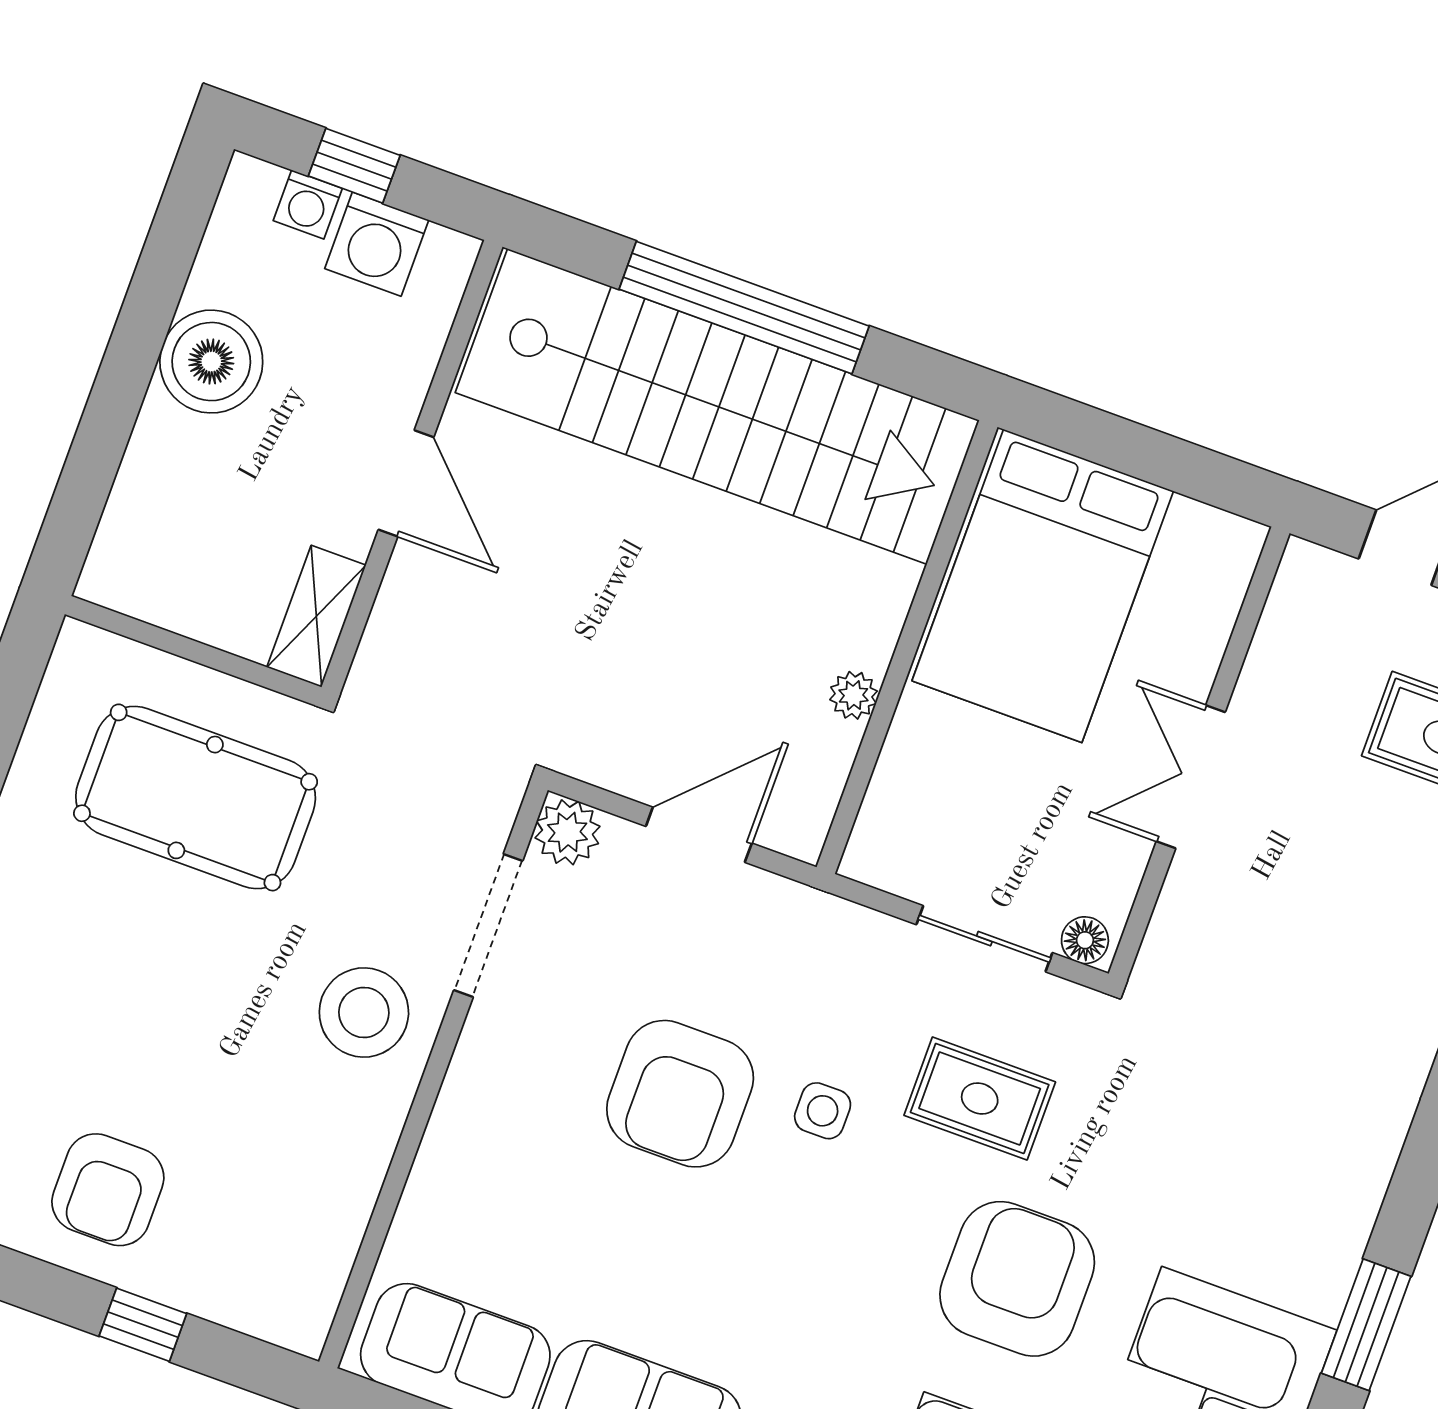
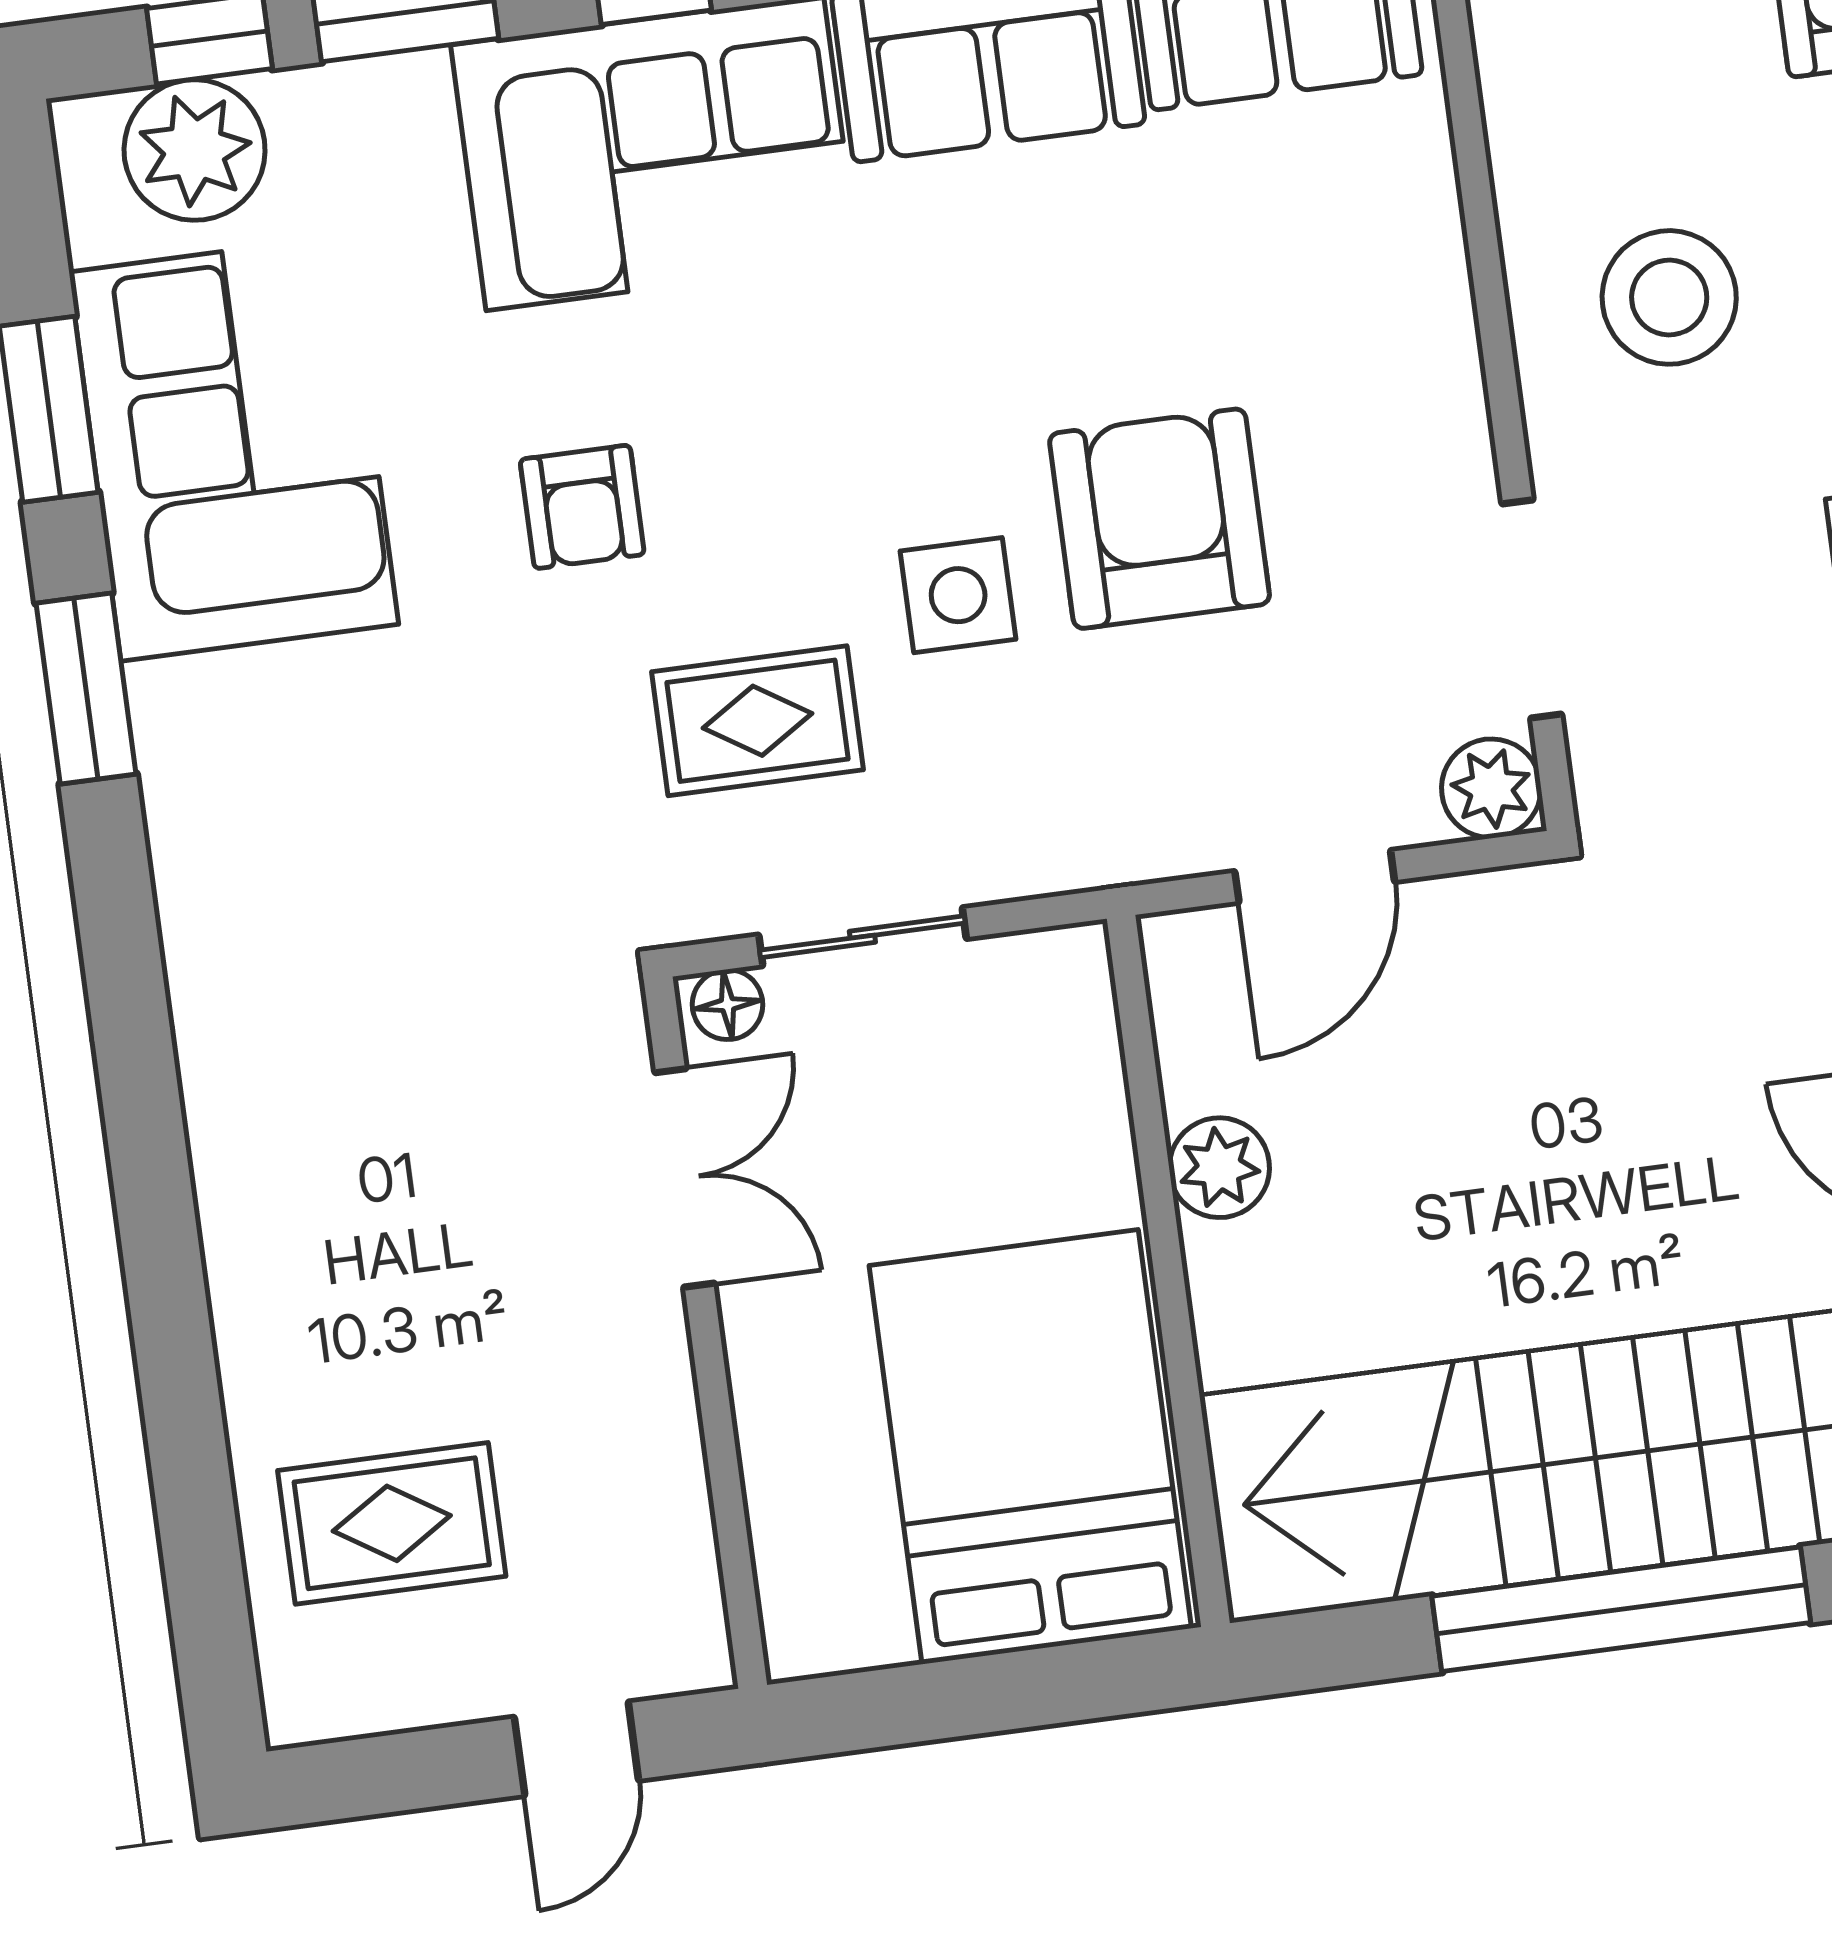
plant: (854, 695) -> (1219, 1168), width x1.38, depth x1.38
double door: (1191, 777) -> (685, 1178), moved
stool: (364, 1012) -> (1669, 297), moved
side table: (823, 1111) -> (958, 595), width x1.37, depth x1.37
armchair: (1017, 1279) -> (582, 507), width x0.53, depth x0.53

